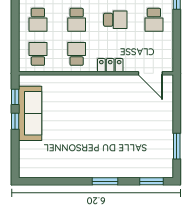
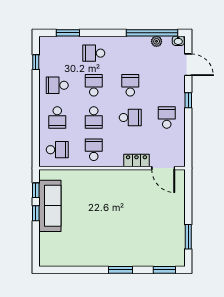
school desk: (154, 20) -> (167, 117), turned 180
school desk: (38, 54) -> (57, 150), turned 90
locker: (110, 65) -> (136, 160), moved

